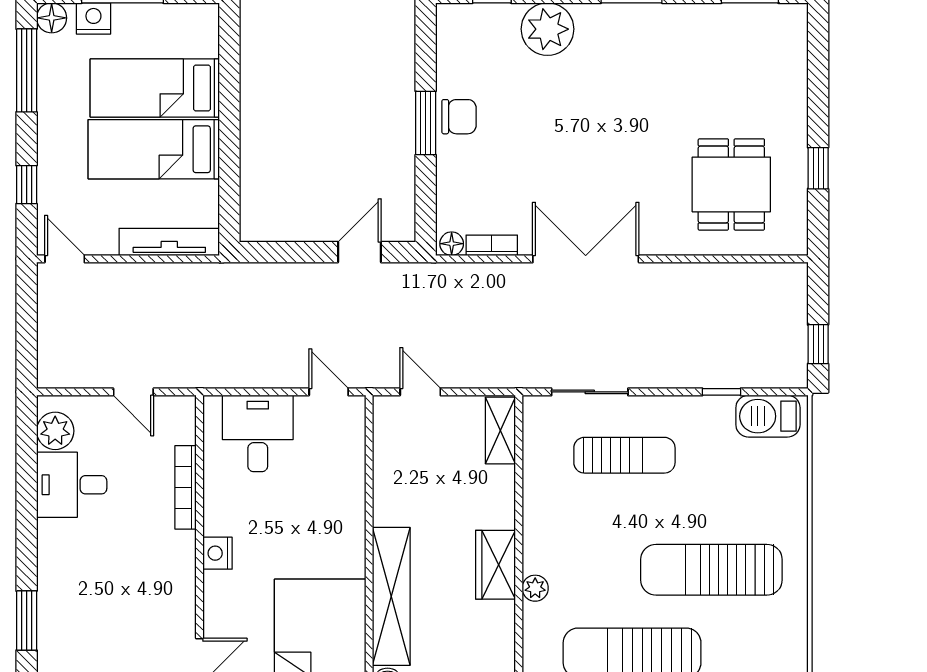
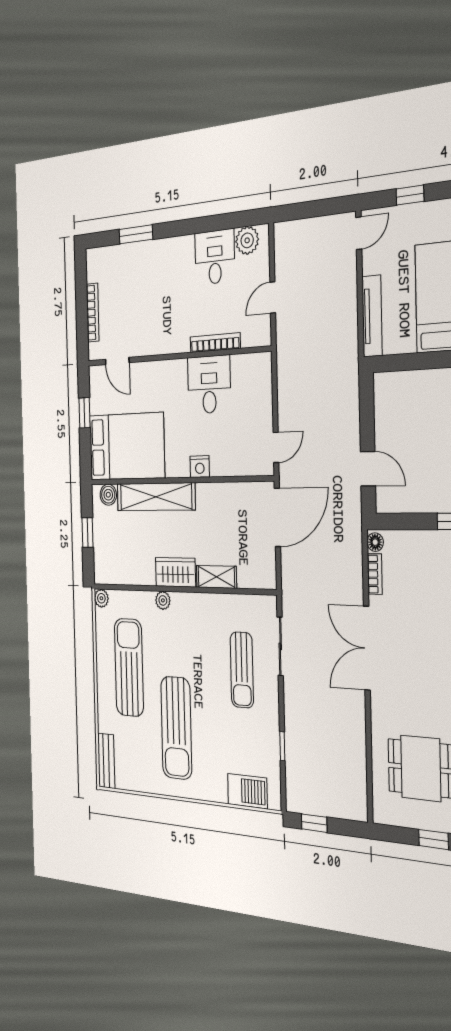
double door: (586, 259) -> (367, 648), swing flipped
door: (420, 392) -> (277, 517), width x1.88
barbecue: (768, 416) -> (247, 791), moved, turned 90
shelving: (500, 430) -> (216, 577), moved
desk: (258, 433) -> (209, 385), moved, turned -90
nightstand: (218, 553) -> (200, 467), moved, turned 180
sun lounger: (711, 570) -> (176, 728), turned 180

